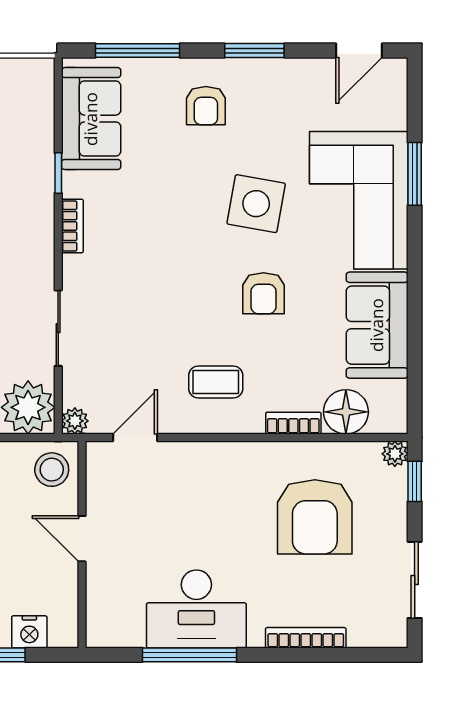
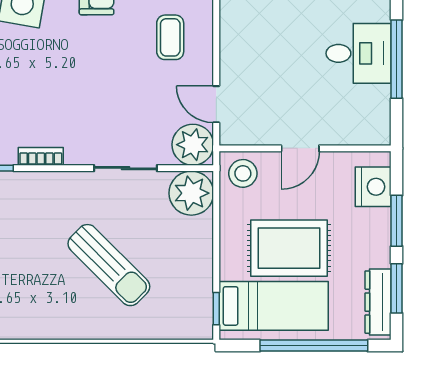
plant: (75, 421) -> (193, 145), width x1.88, depth x1.88
desk: (196, 609) -> (359, 53), width x0.73
nightstand: (29, 632) -> (373, 187), width x1.36, depth x1.33

